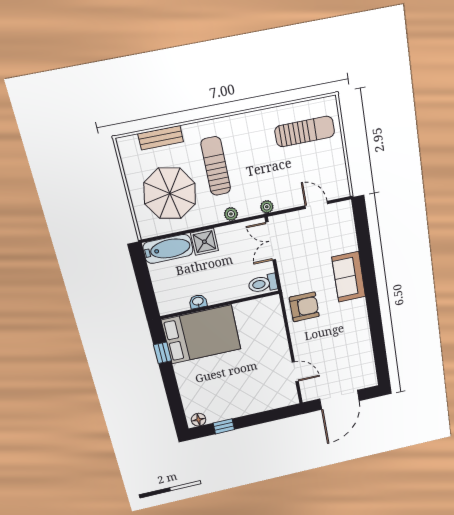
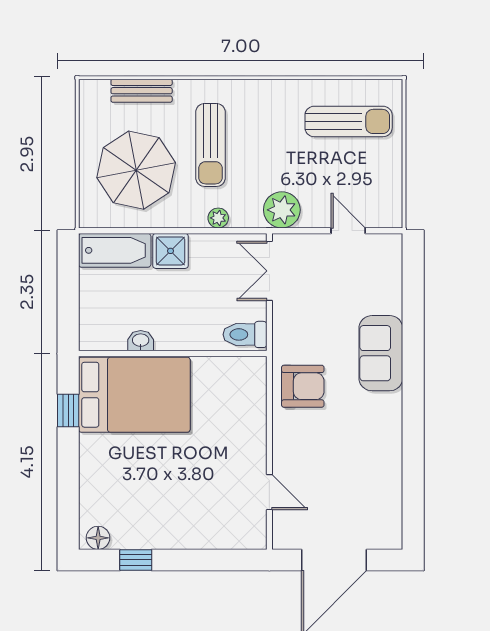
sun lounger: (216, 166) -> (210, 145), turned 180
plant: (267, 207) -> (282, 210), width x1.87, depth x1.87

